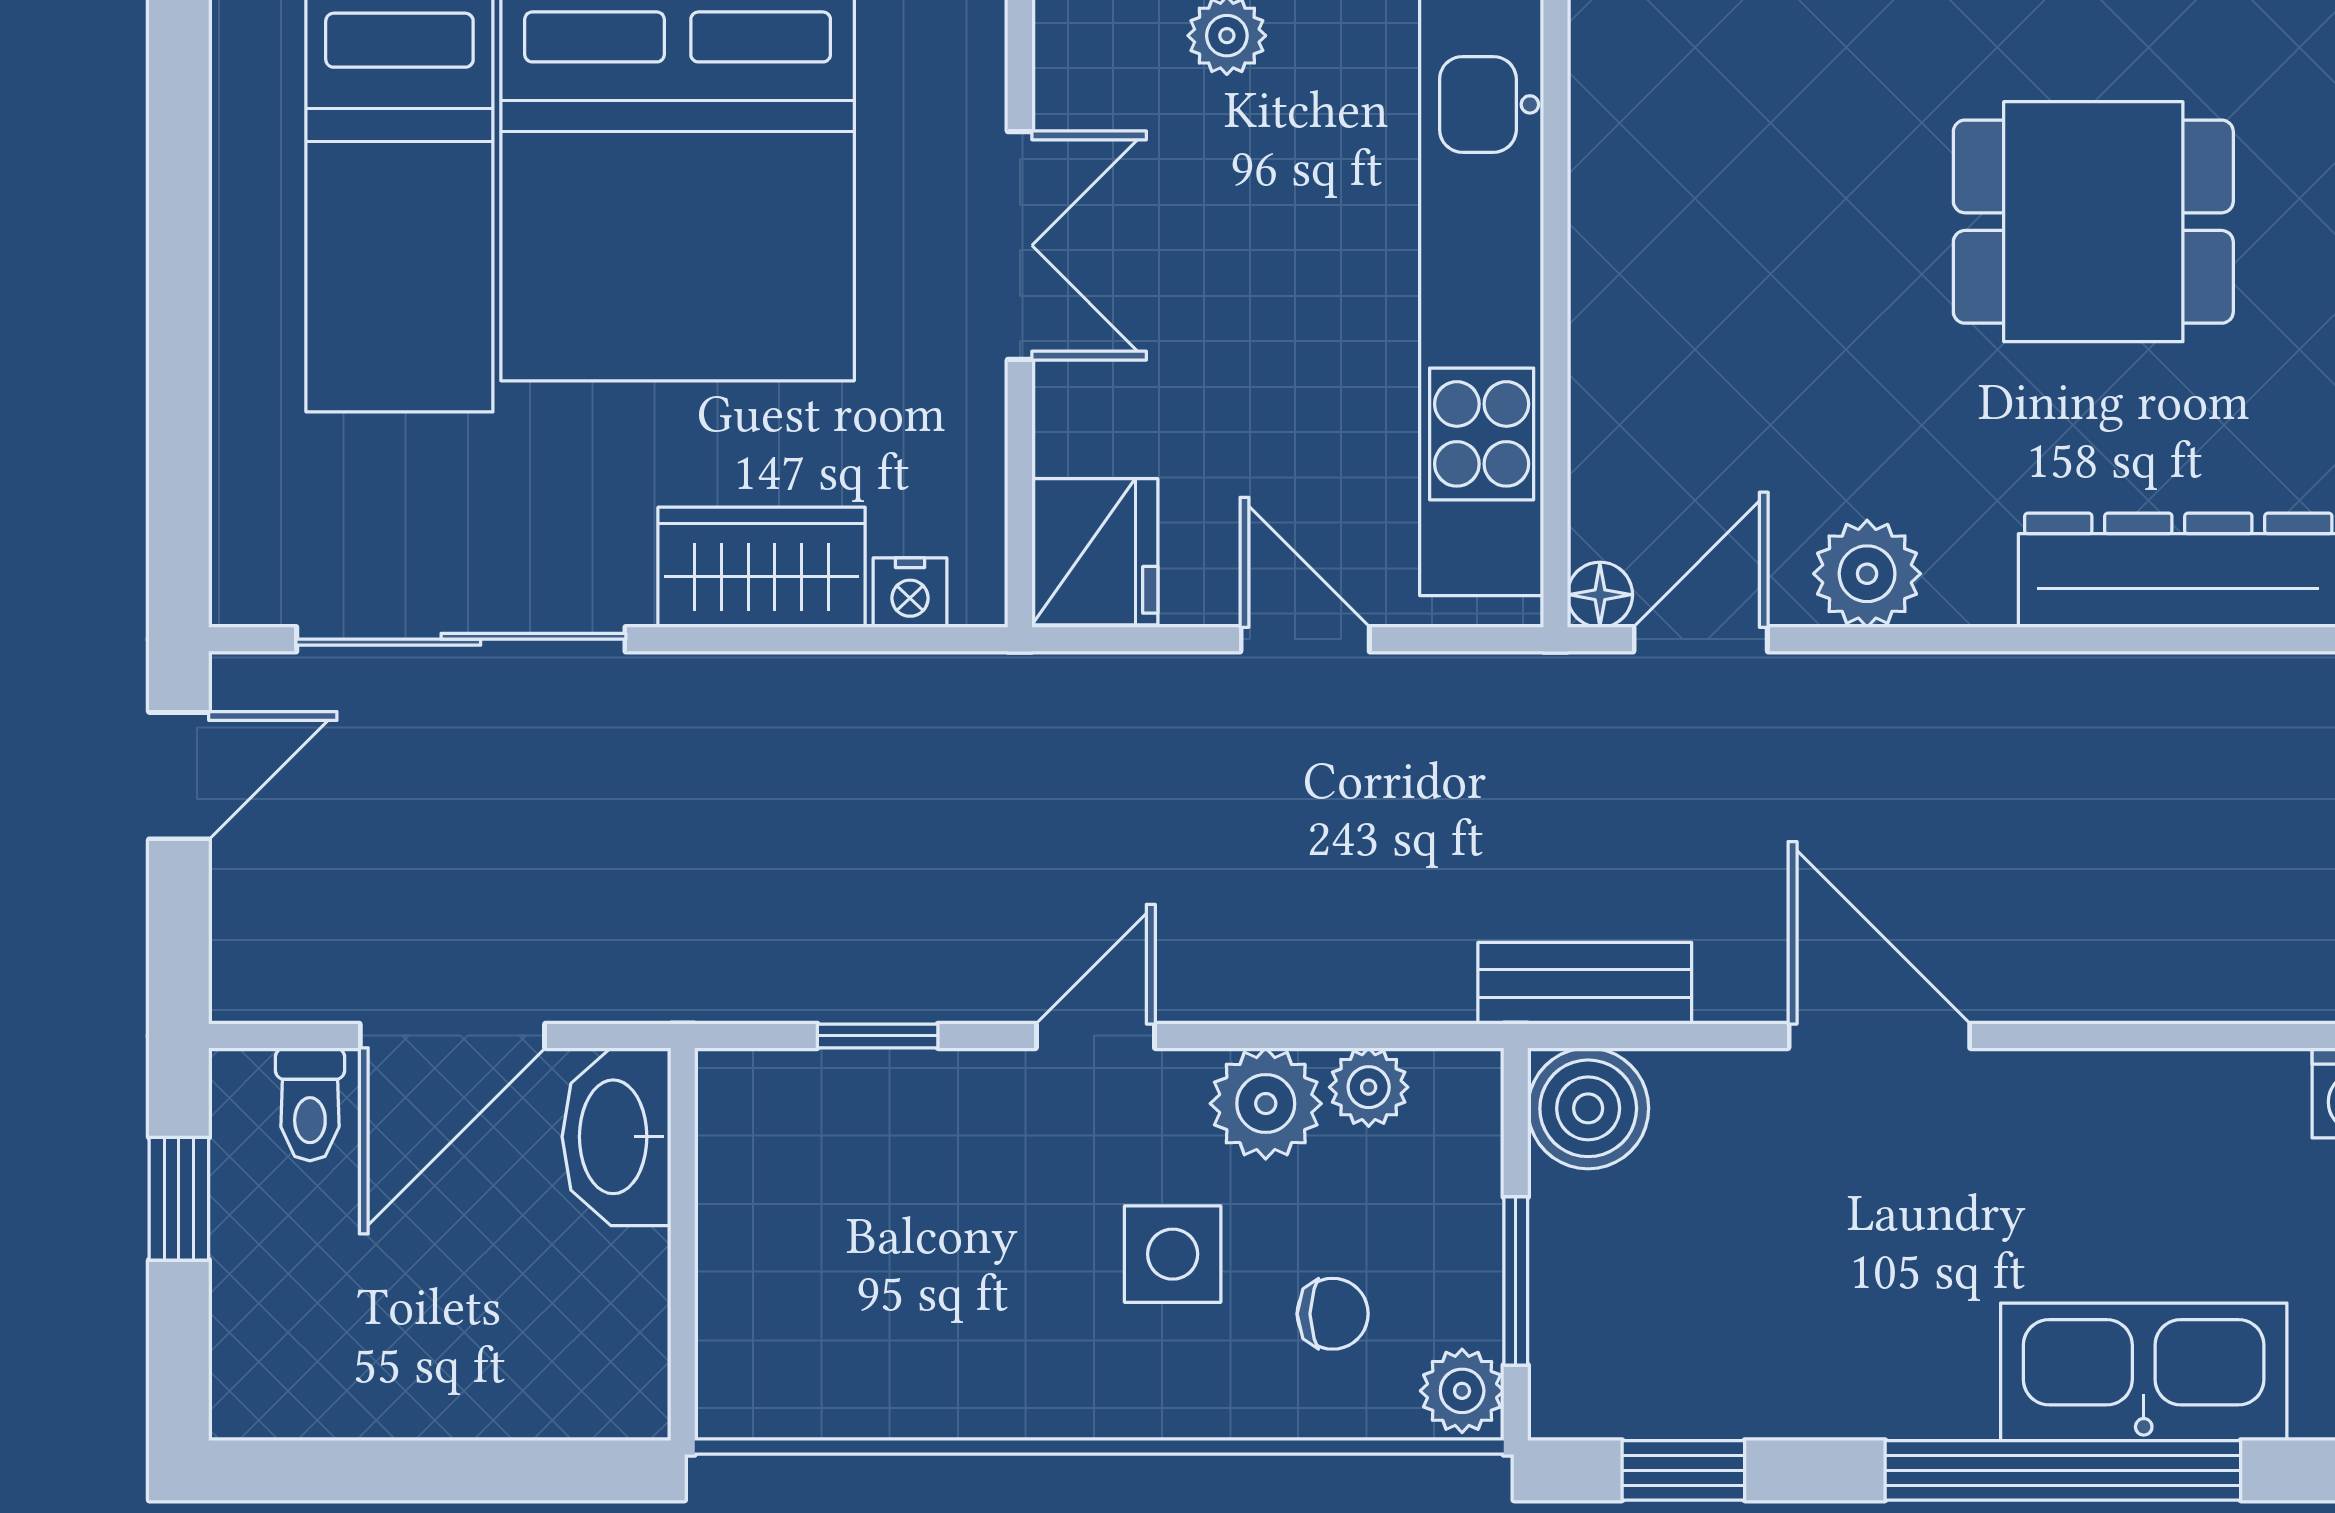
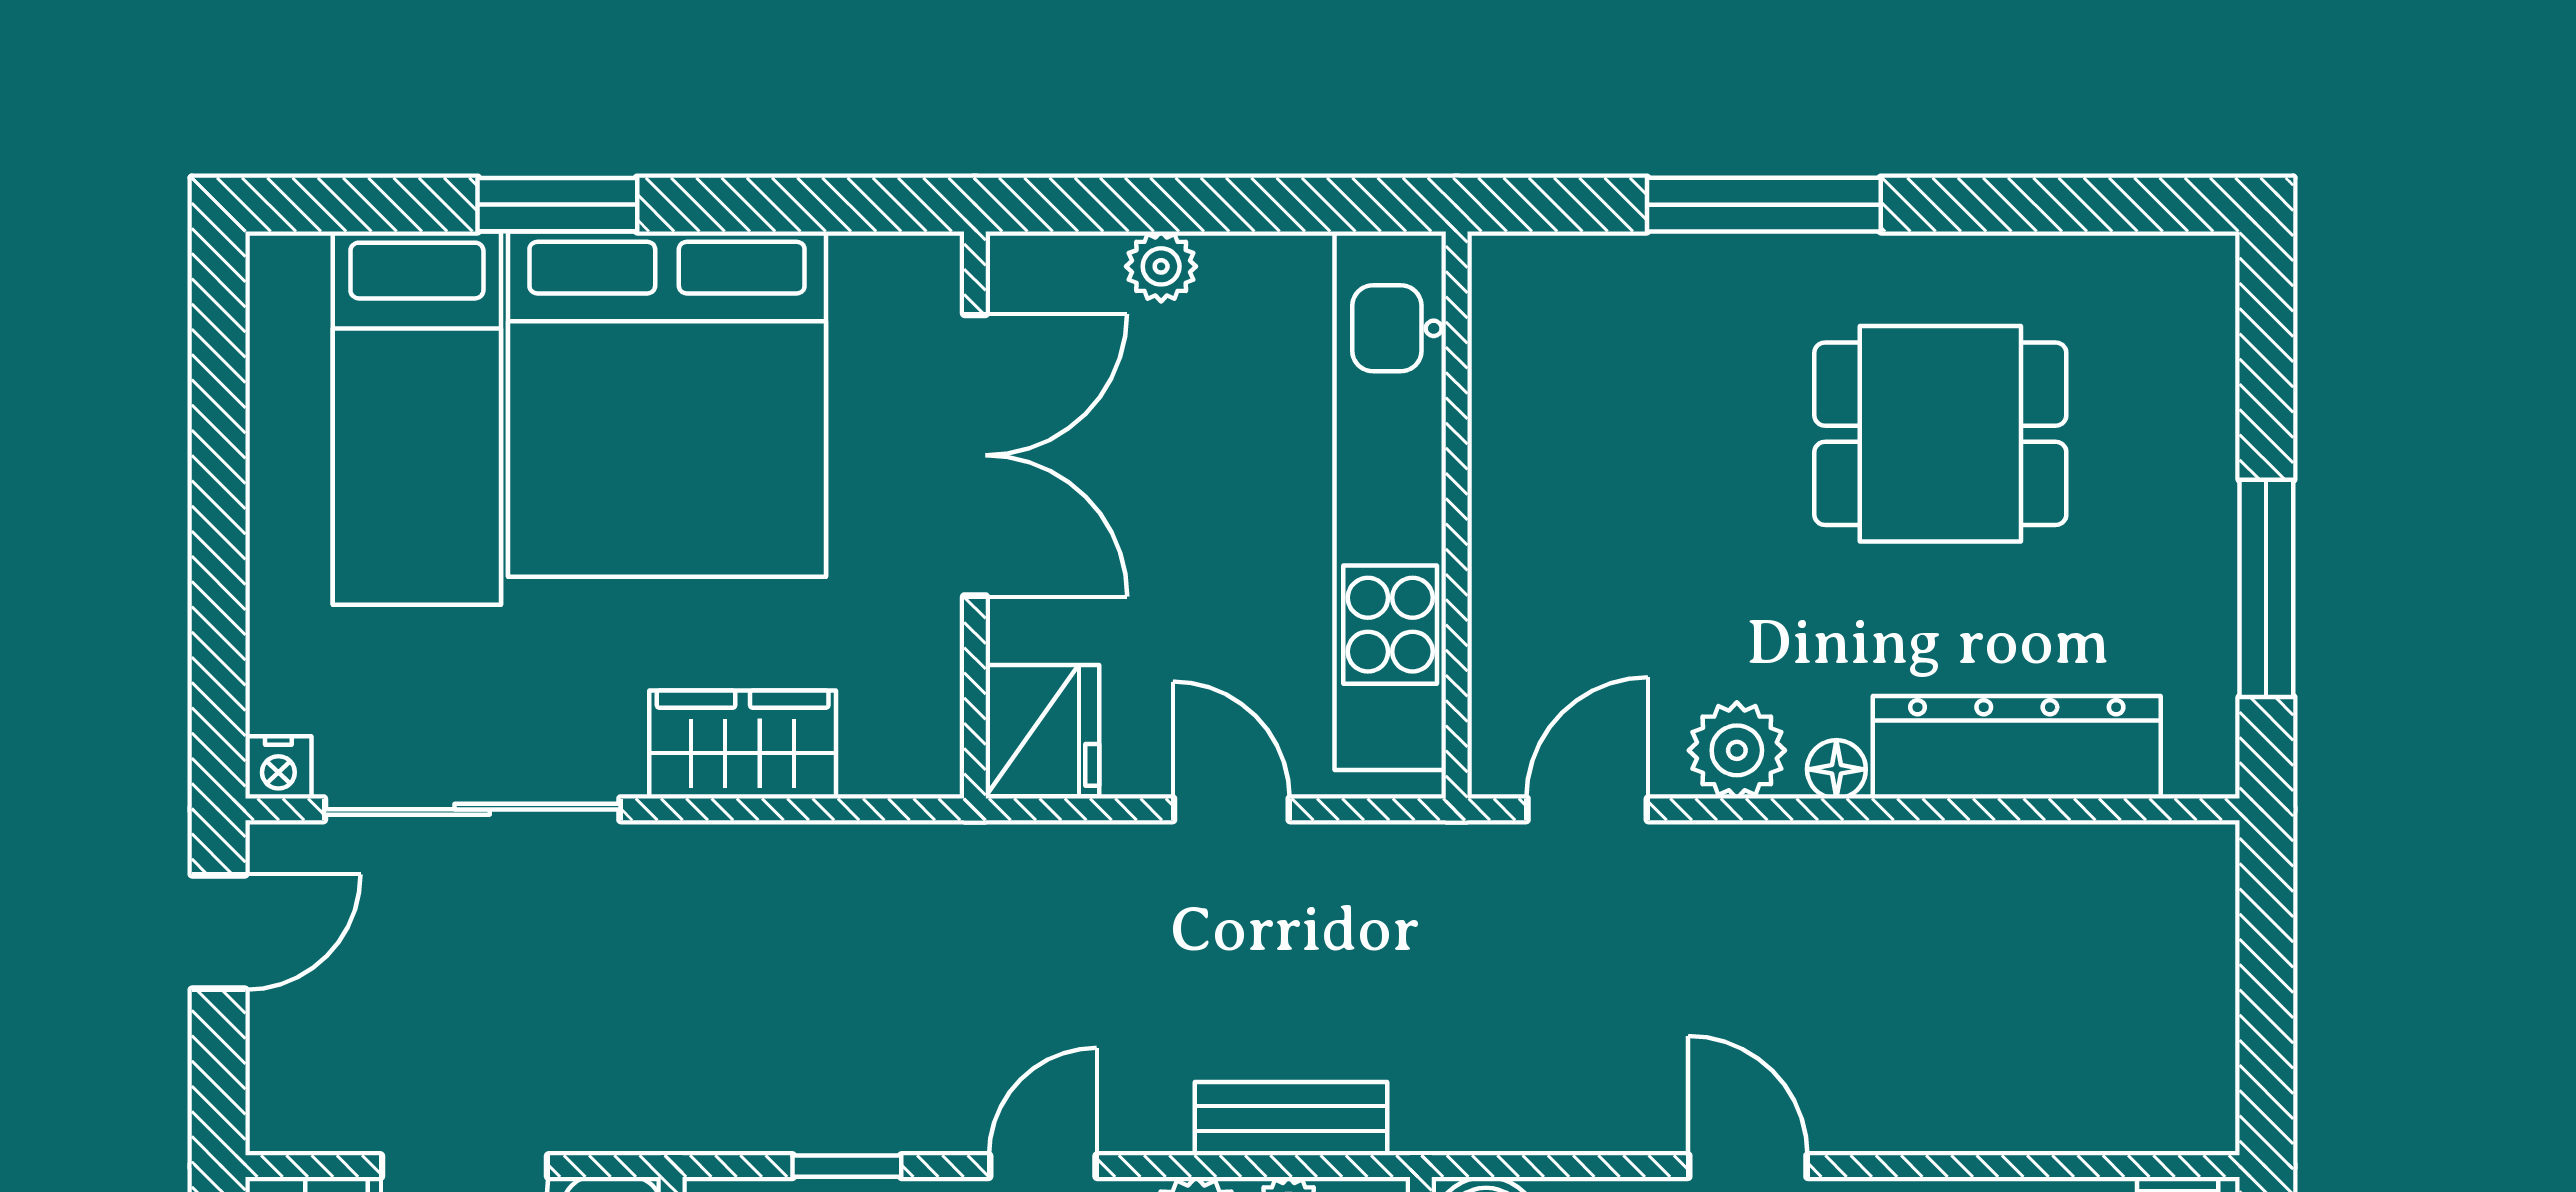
double door: (1020, 245) -> (975, 455), width x1.37
nightstand: (910, 593) -> (278, 767), moved
floor lamp: (1600, 595) -> (1836, 769), moved
bench: (1585, 983) -> (1291, 1119), moved
door: (1879, 1036) -> (1748, 1166), width x0.73

